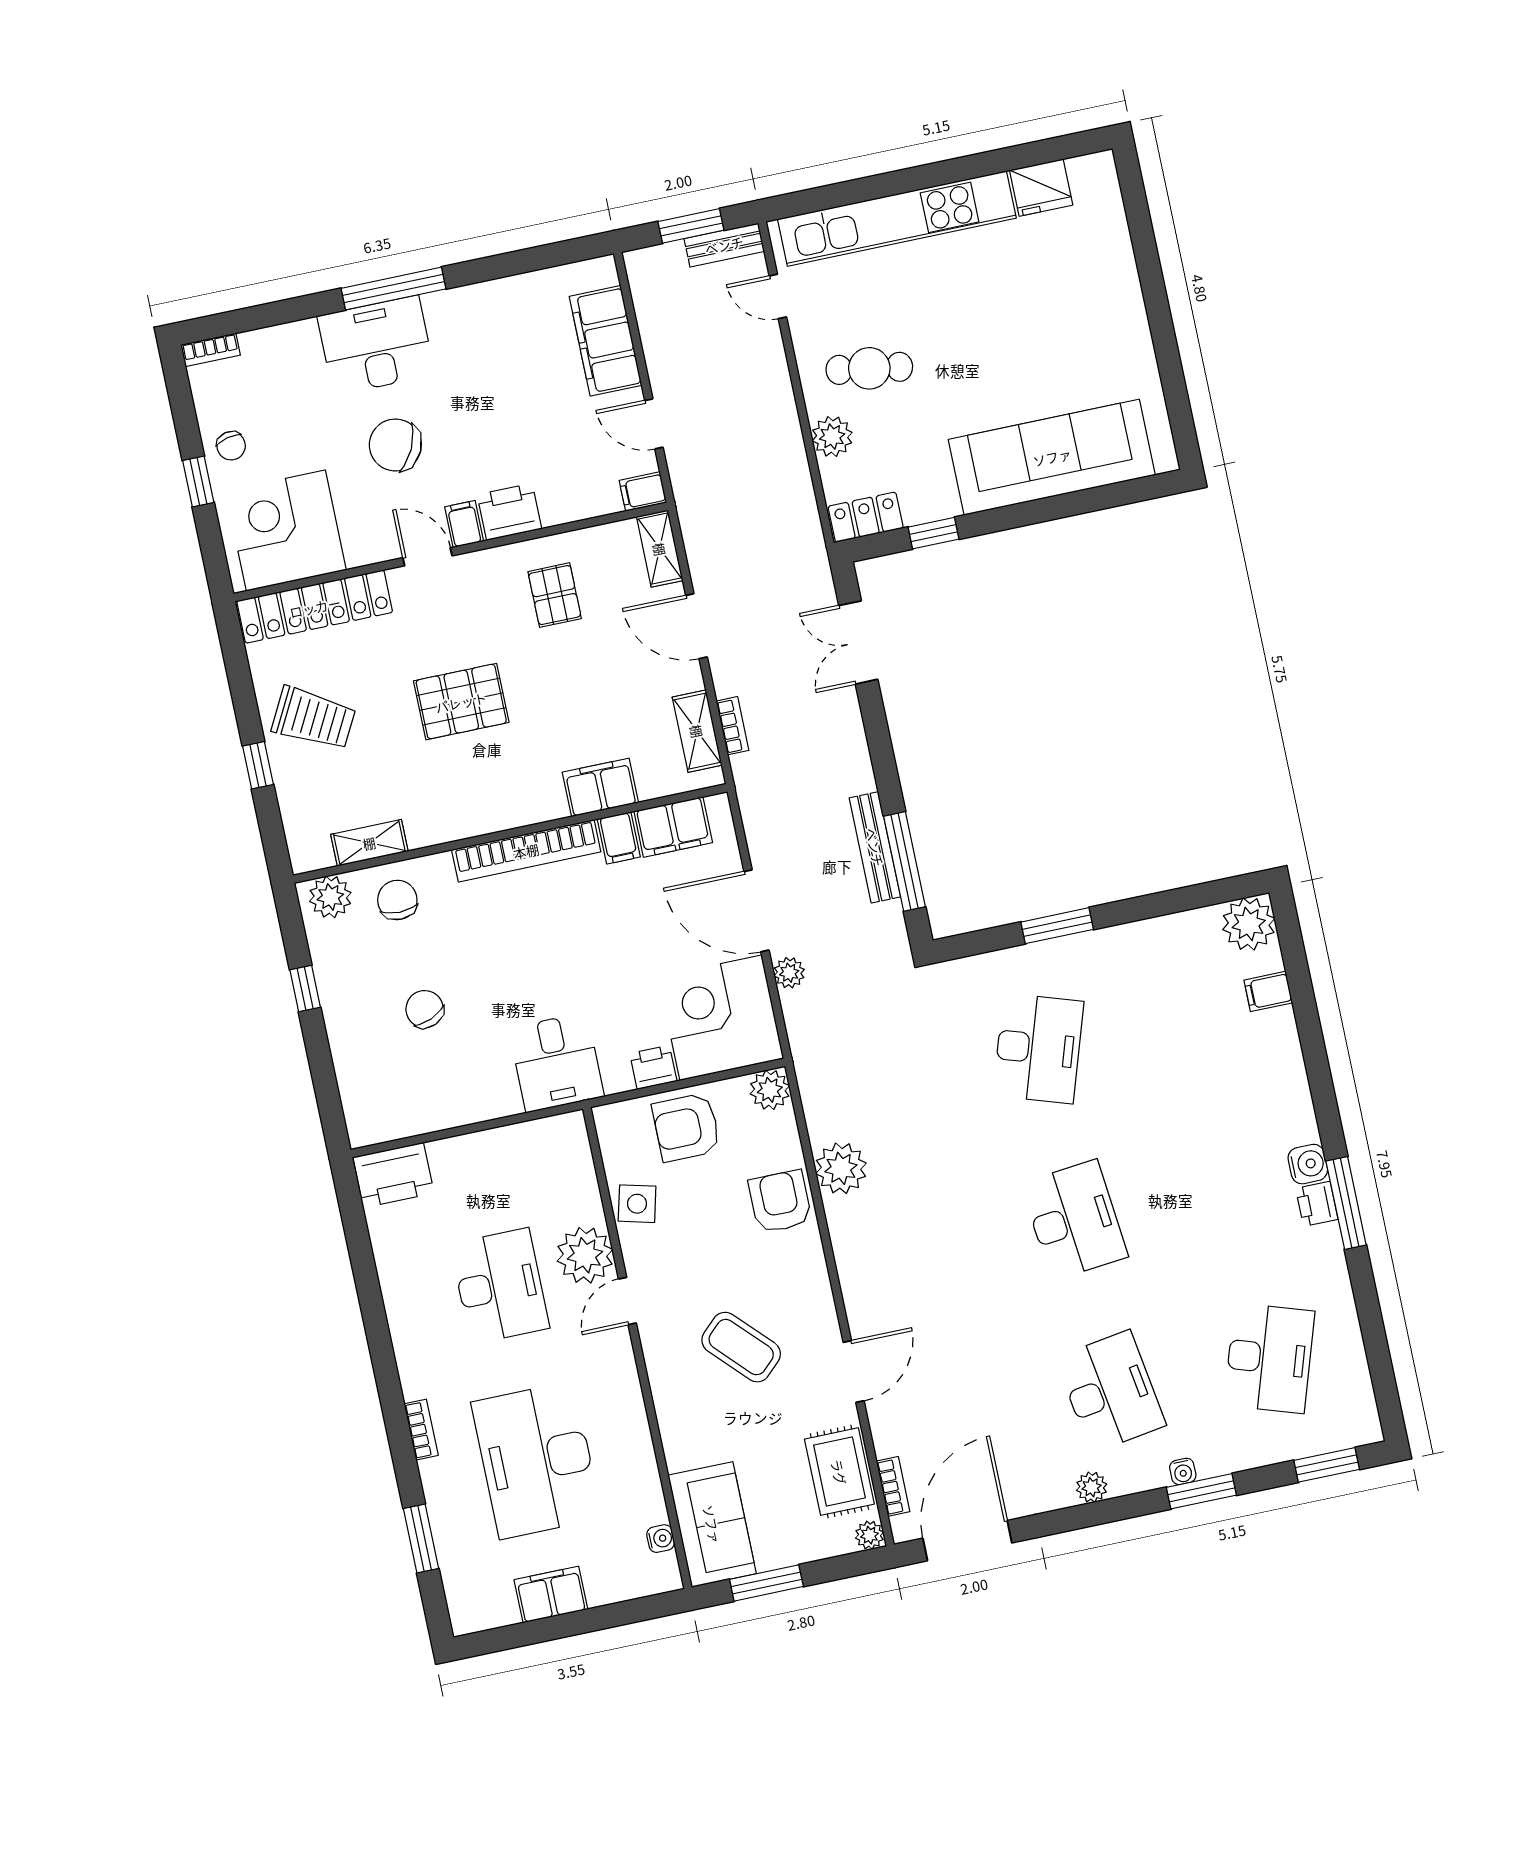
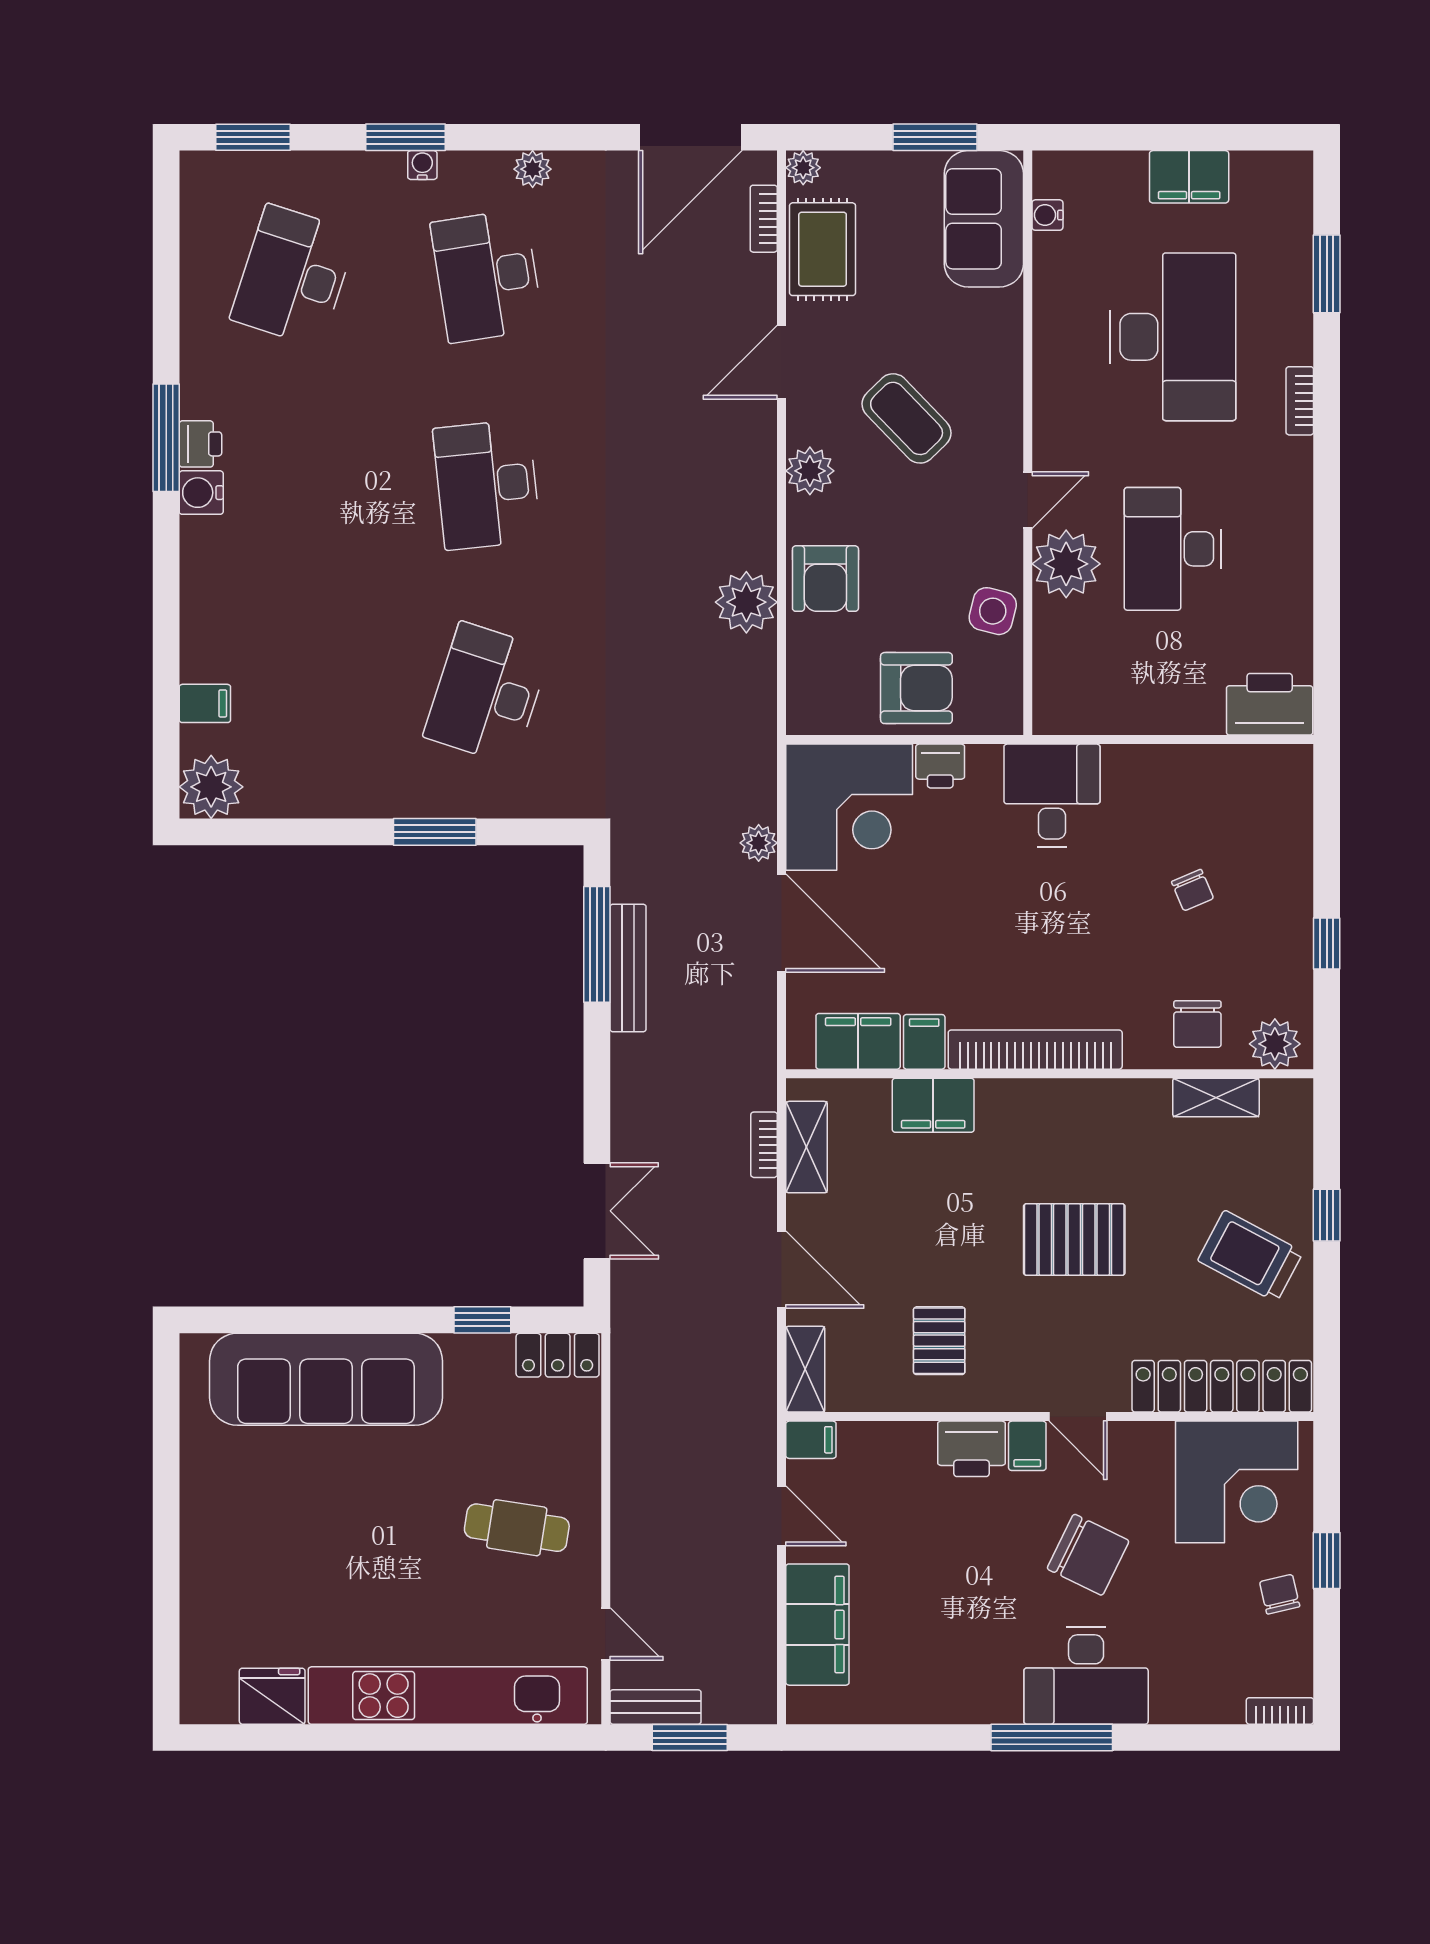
plant: (832, 437) -> (577, 1457), removed
chair: (425, 1009) -> (1192, 890), width x0.73, depth x0.73
plant: (770, 1090) -> (810, 471), moved

